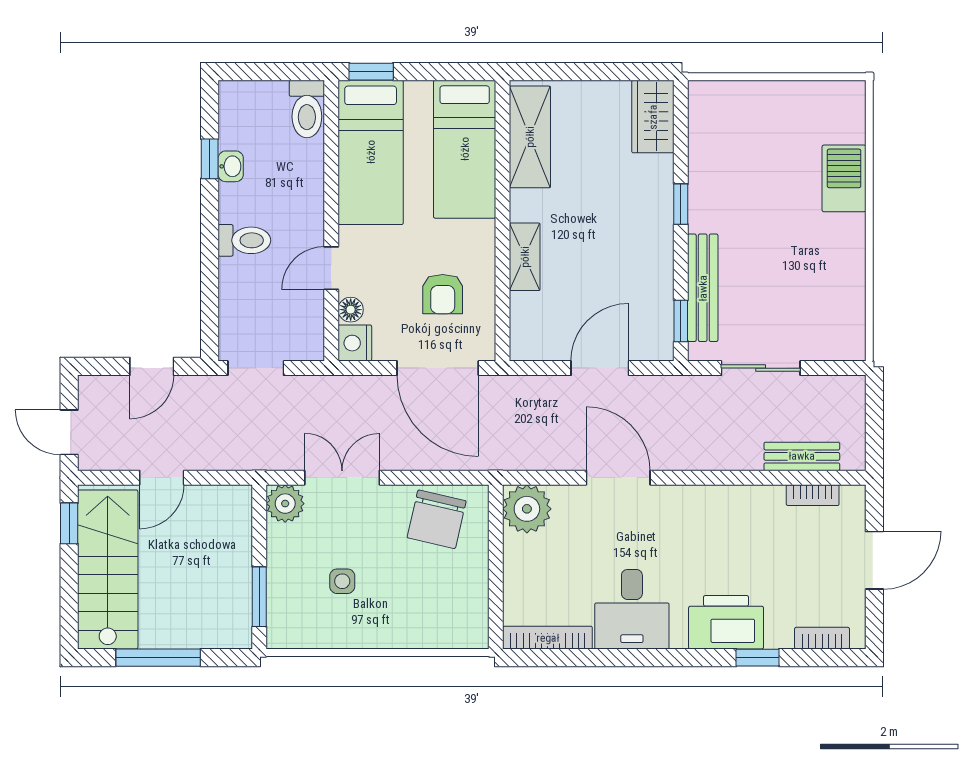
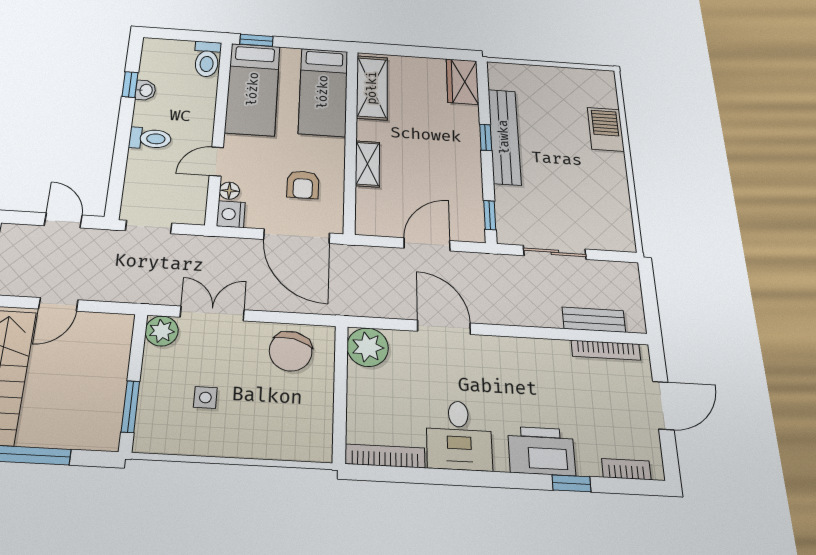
bench: (703, 288) -> (504, 137), moved, width x1.37, depth x1.21
door: (152, 366) -> (63, 220), swing flipped
bookcase: (813, 495) -> (606, 350), width x1.56

